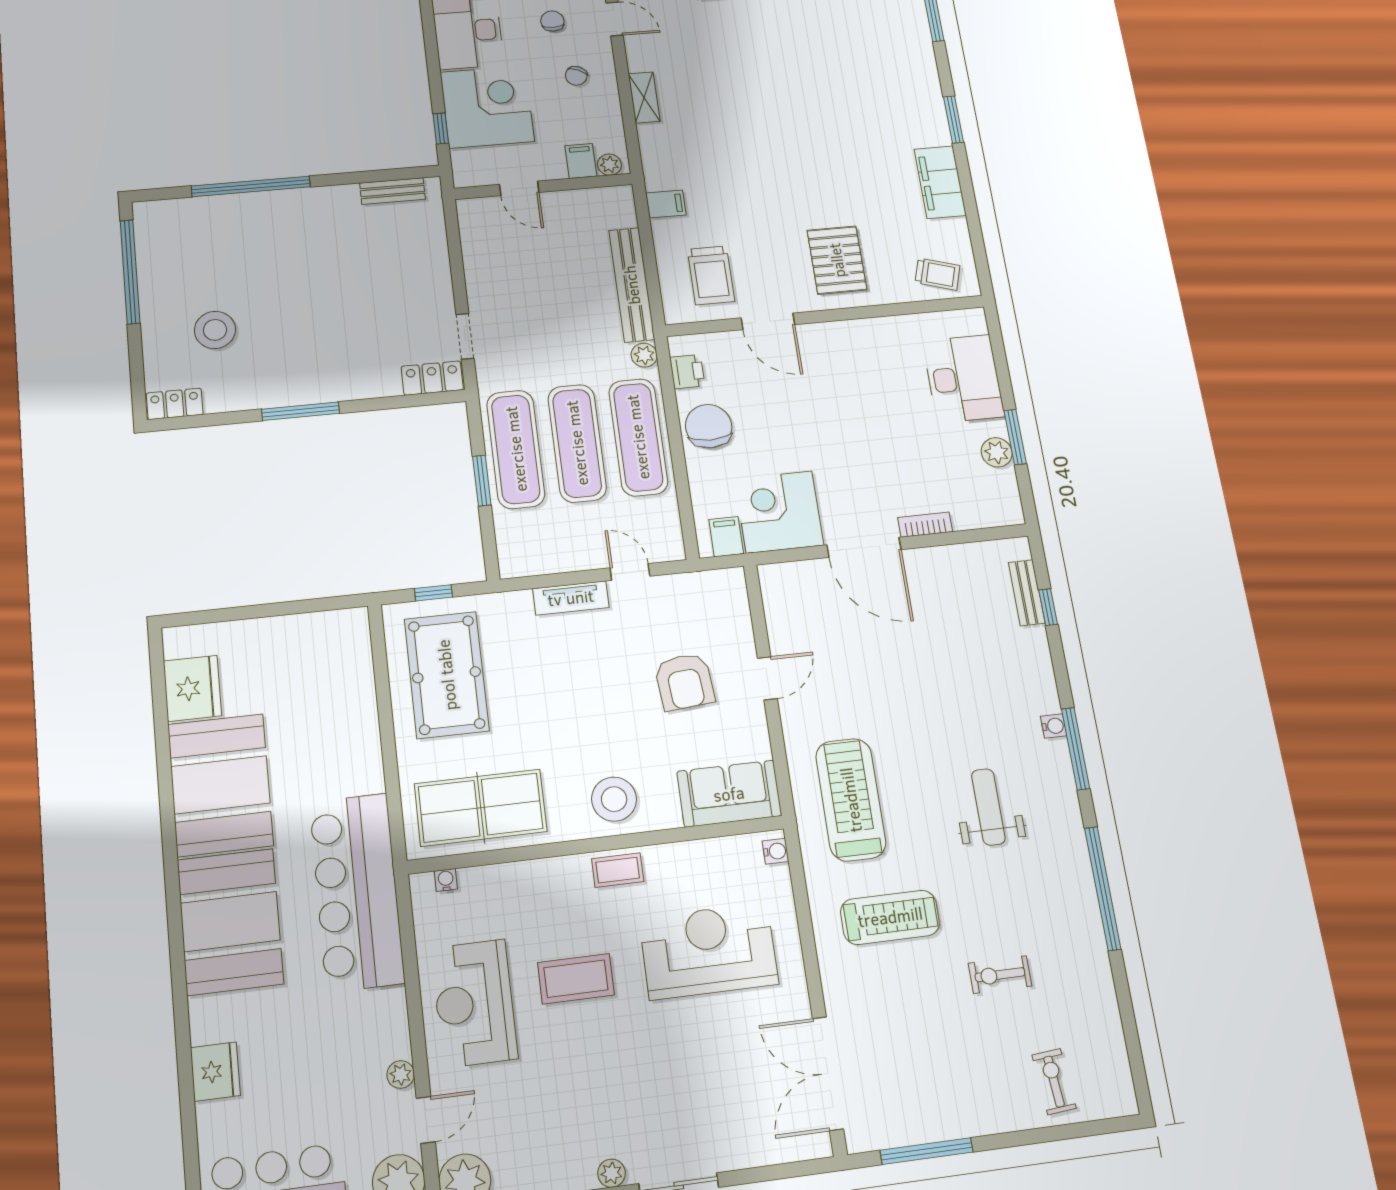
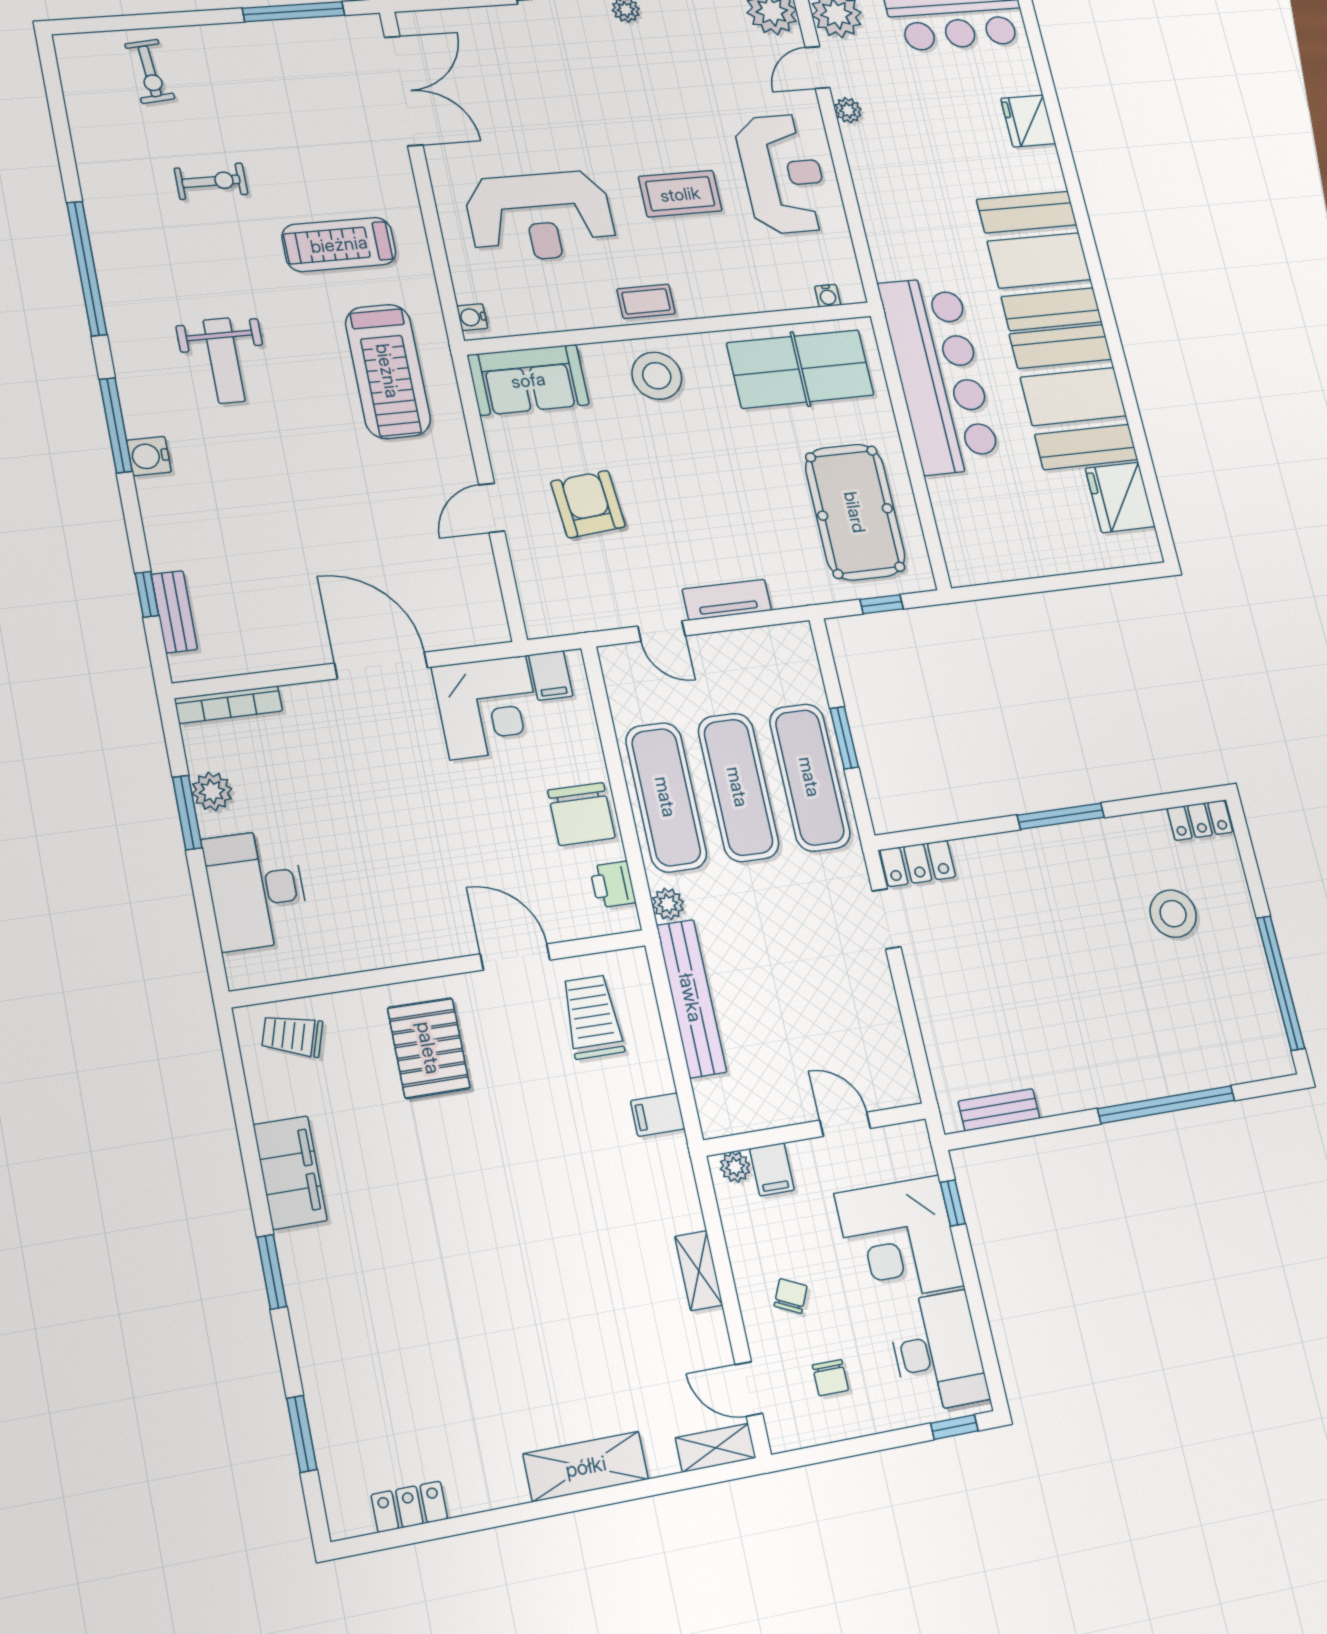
bookcase: (925, 525) -> (228, 705), moved, width x1.56
water cooler: (1054, 726) -> (149, 456), width x1.38, depth x1.38
bar counter: (357, 892) -> (939, 375), moved

